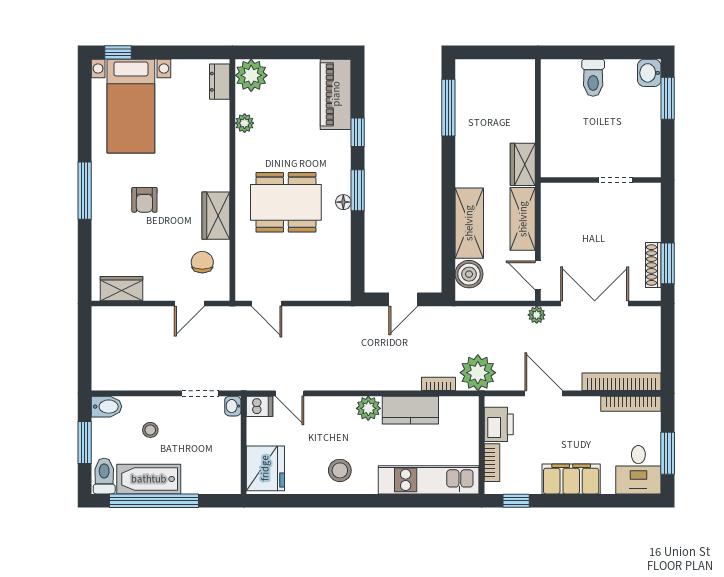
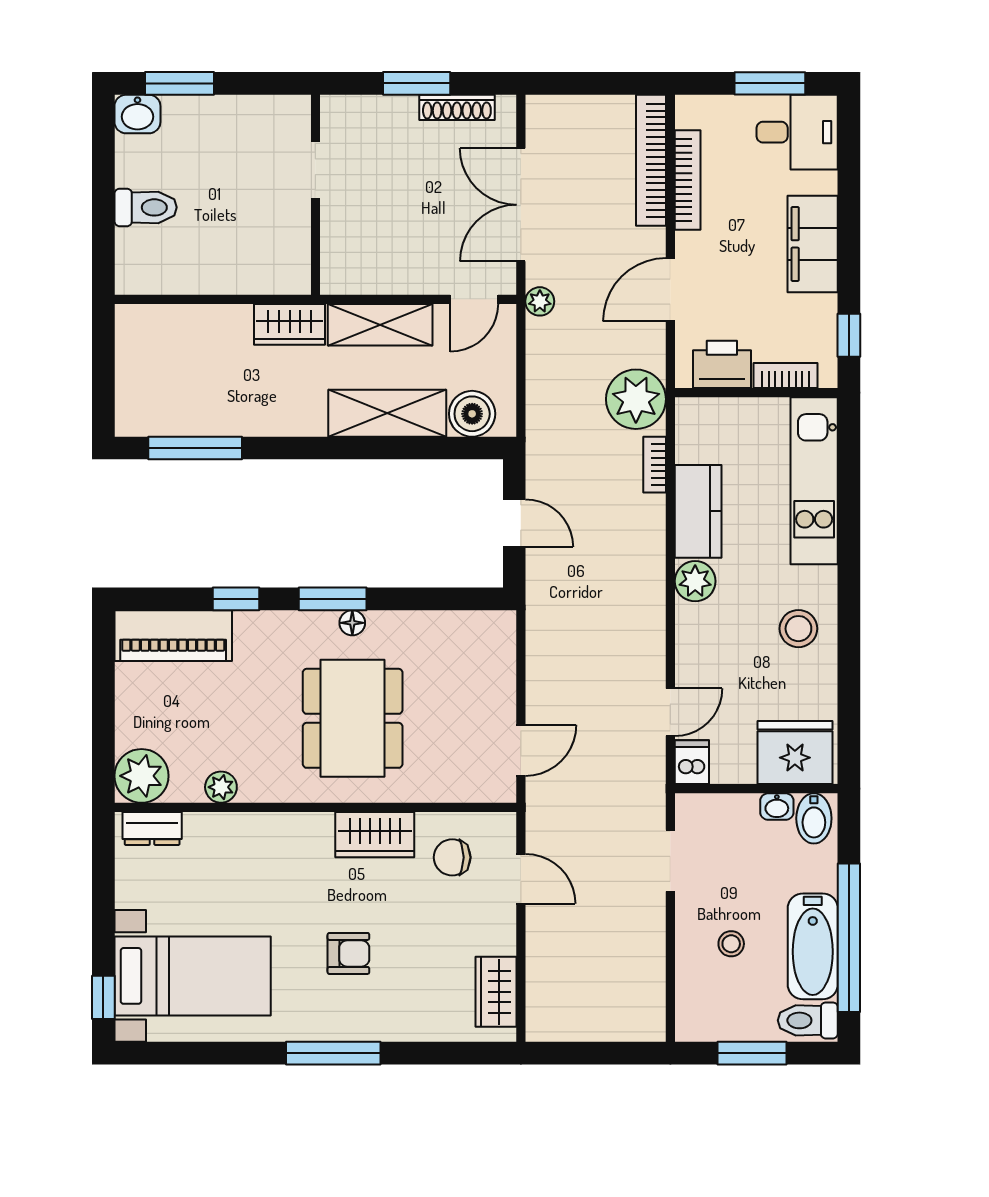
window: (668, 263) -> (417, 83), moved
bookcase: (631, 404) -> (688, 180), moved
washbasin: (233, 406) -> (777, 807), moved
bidet: (106, 407) -> (814, 818), moved, turned 180

